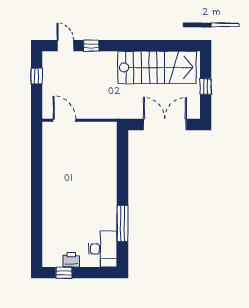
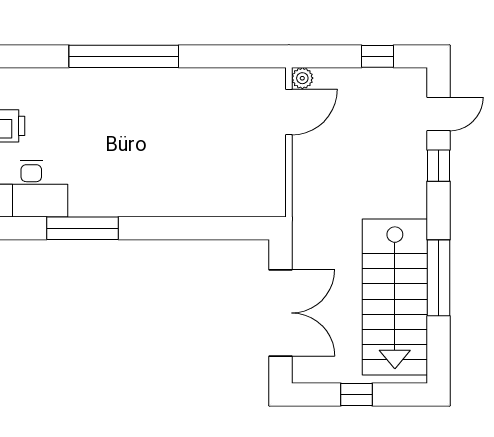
window: (147, 46) -> (438, 278), added
plant: (48, 114) -> (302, 78), added
window: (37, 203) -> (124, 56), added

